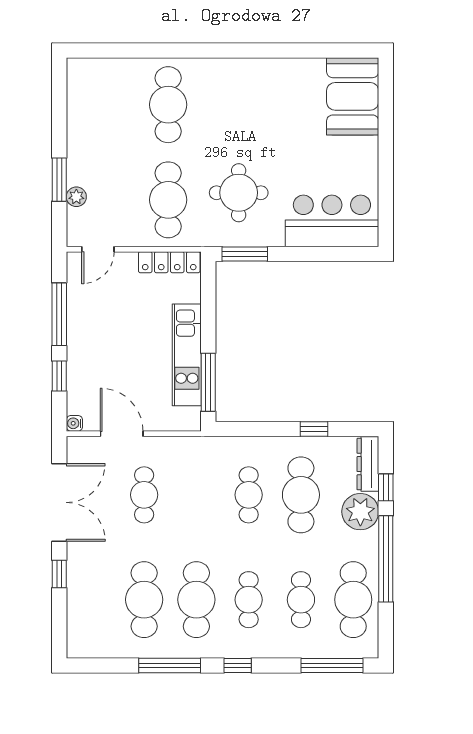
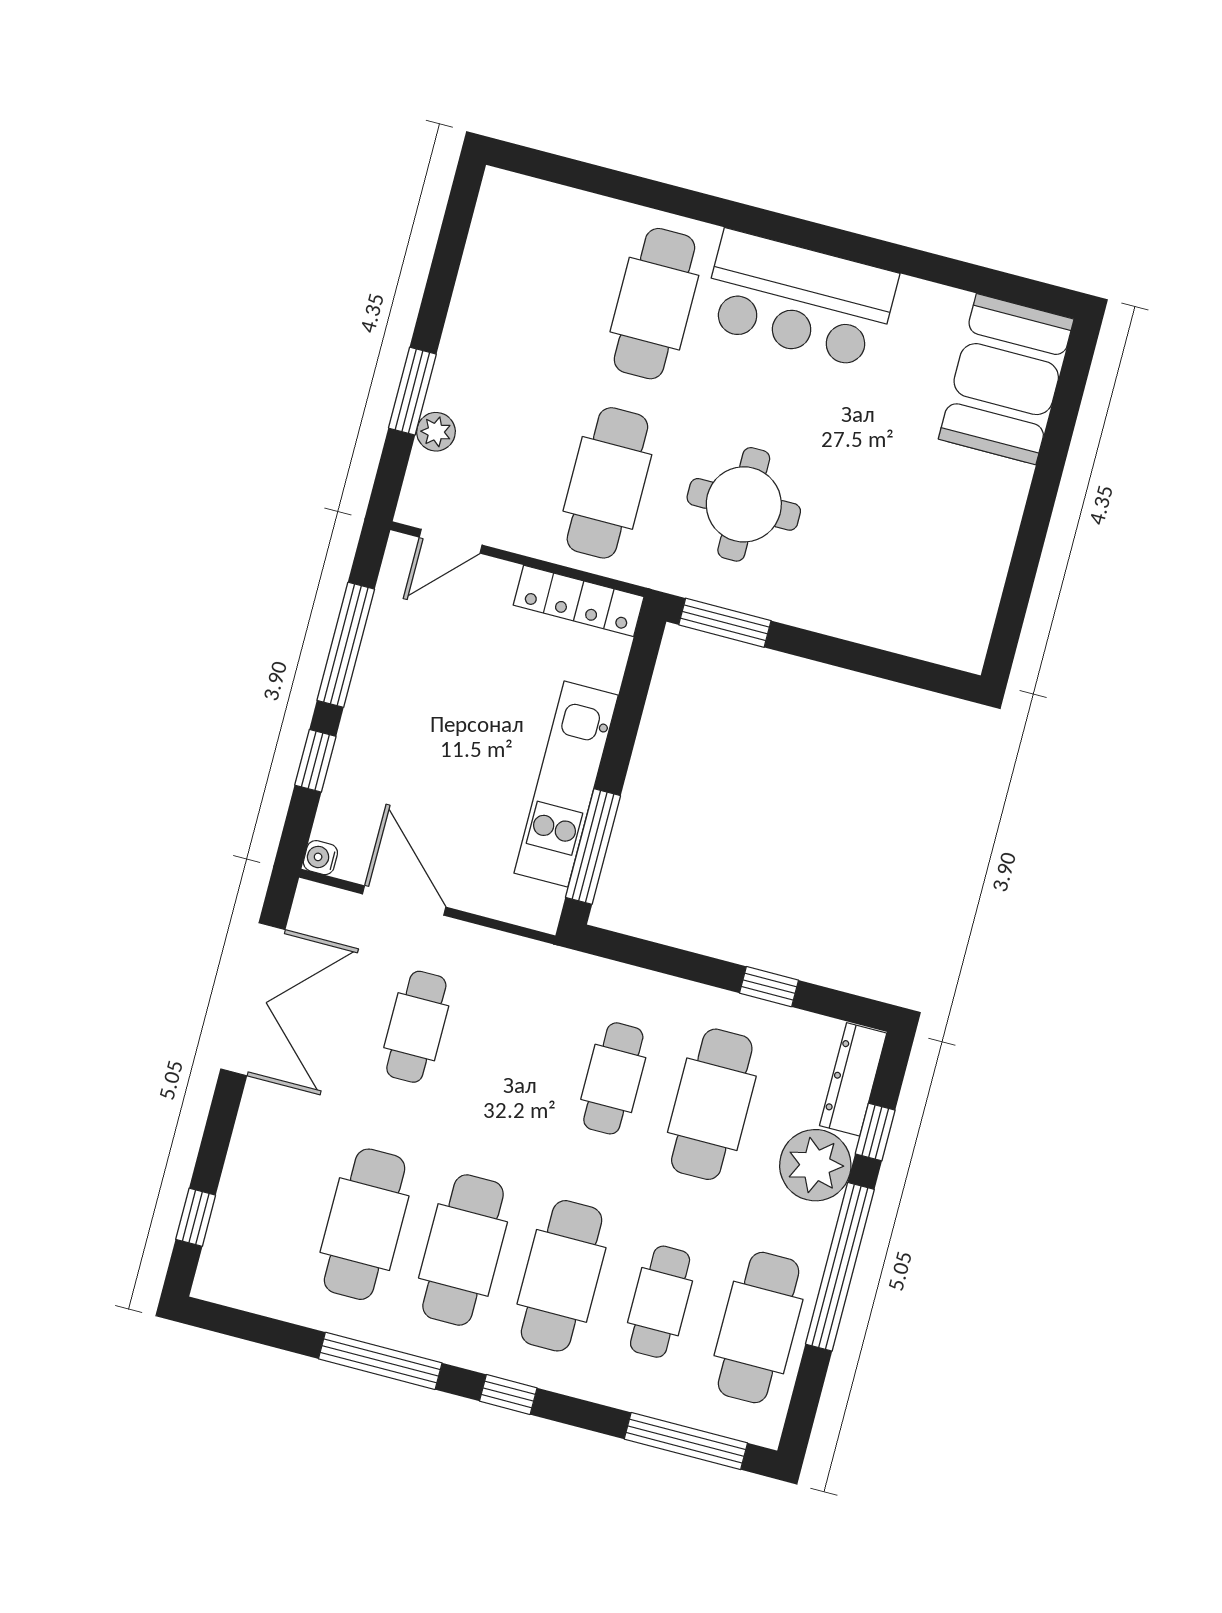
bar counter: (332, 221) -> (799, 299), moved, turned 180
window: (59, 574) -> (196, 1217), moved
cafe table: (249, 600) -> (562, 1276), width x1.37, depth x1.35

